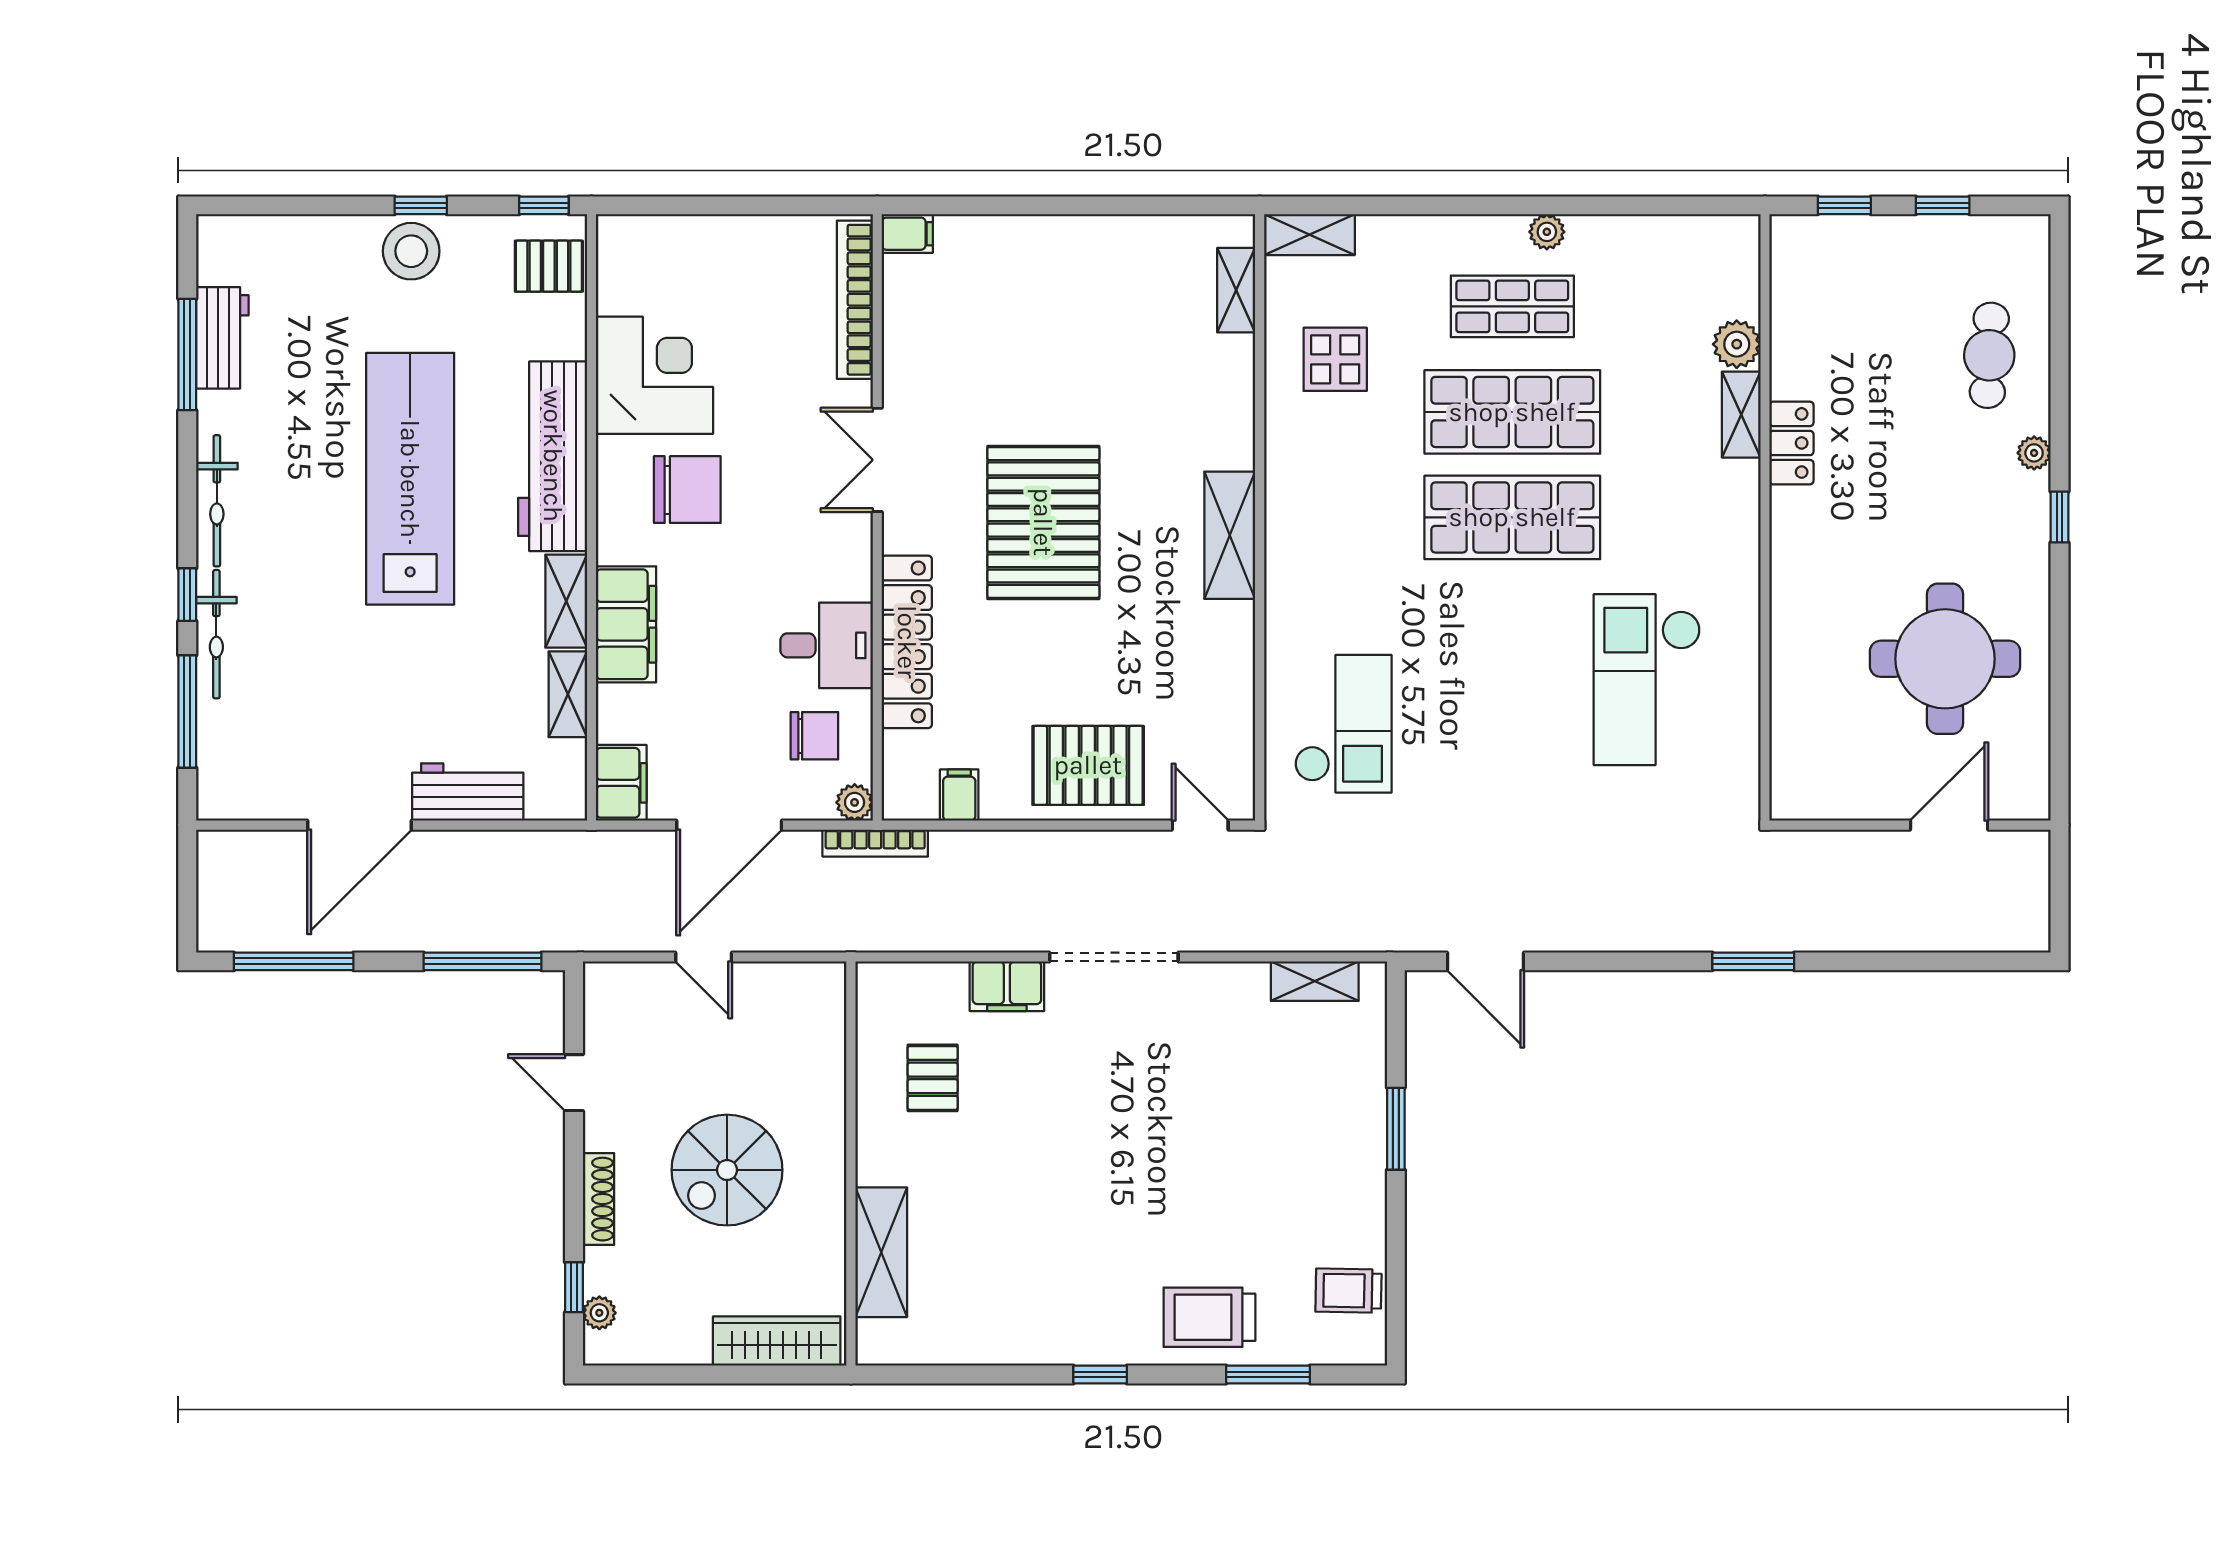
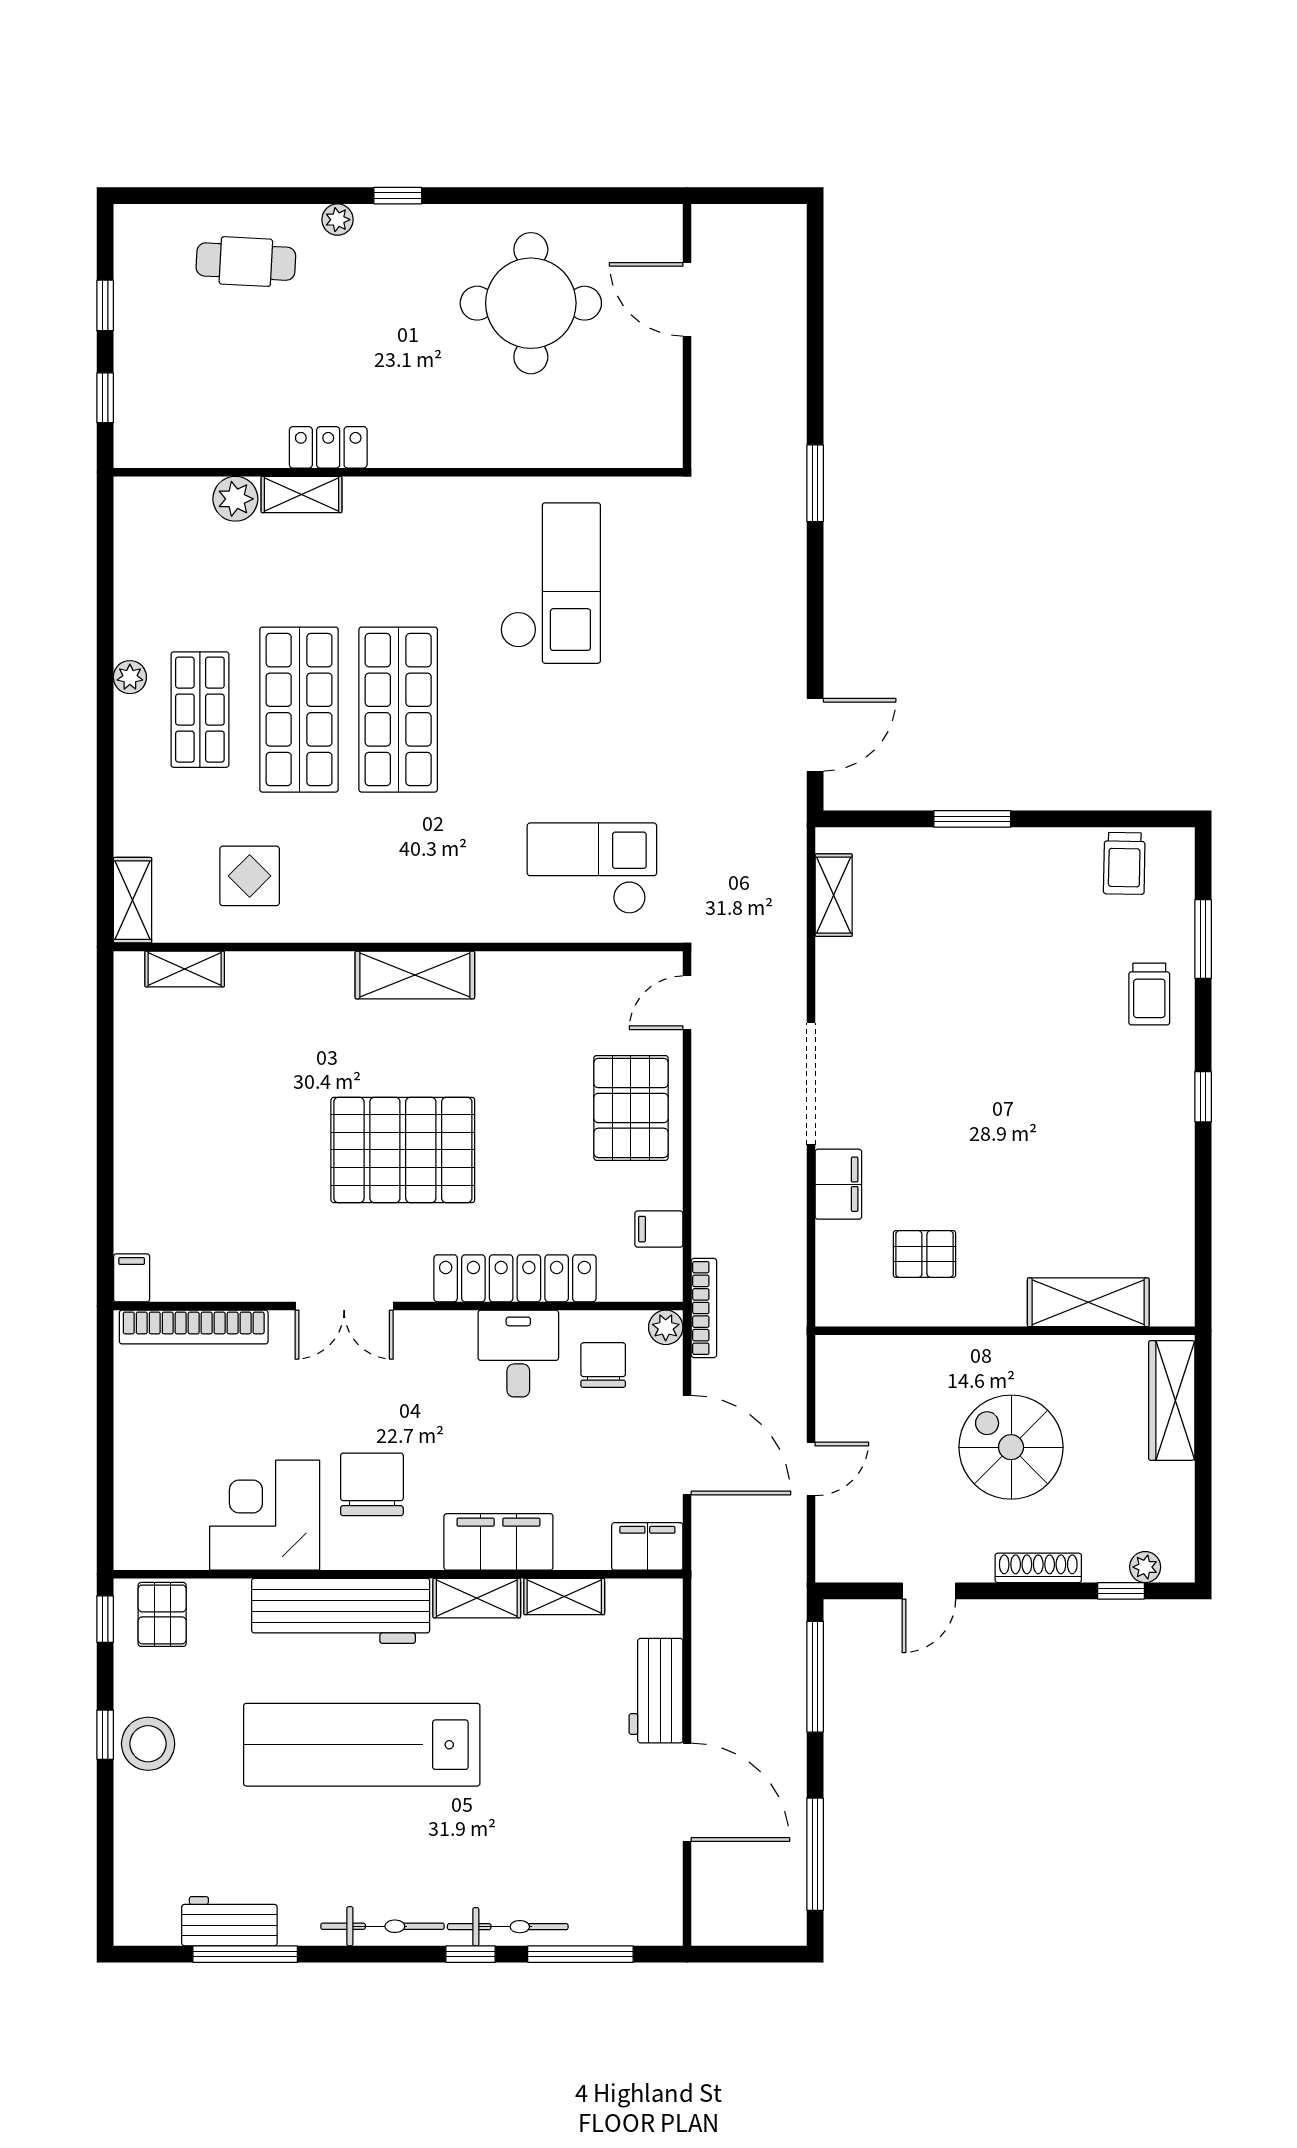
checkout: (1647, 680) -> (550, 583), turned -90
spiral stairs: (727, 1170) -> (1011, 1447), turned 180
trolley: (1209, 1317) -> (1149, 994), width x0.73, depth x0.72

